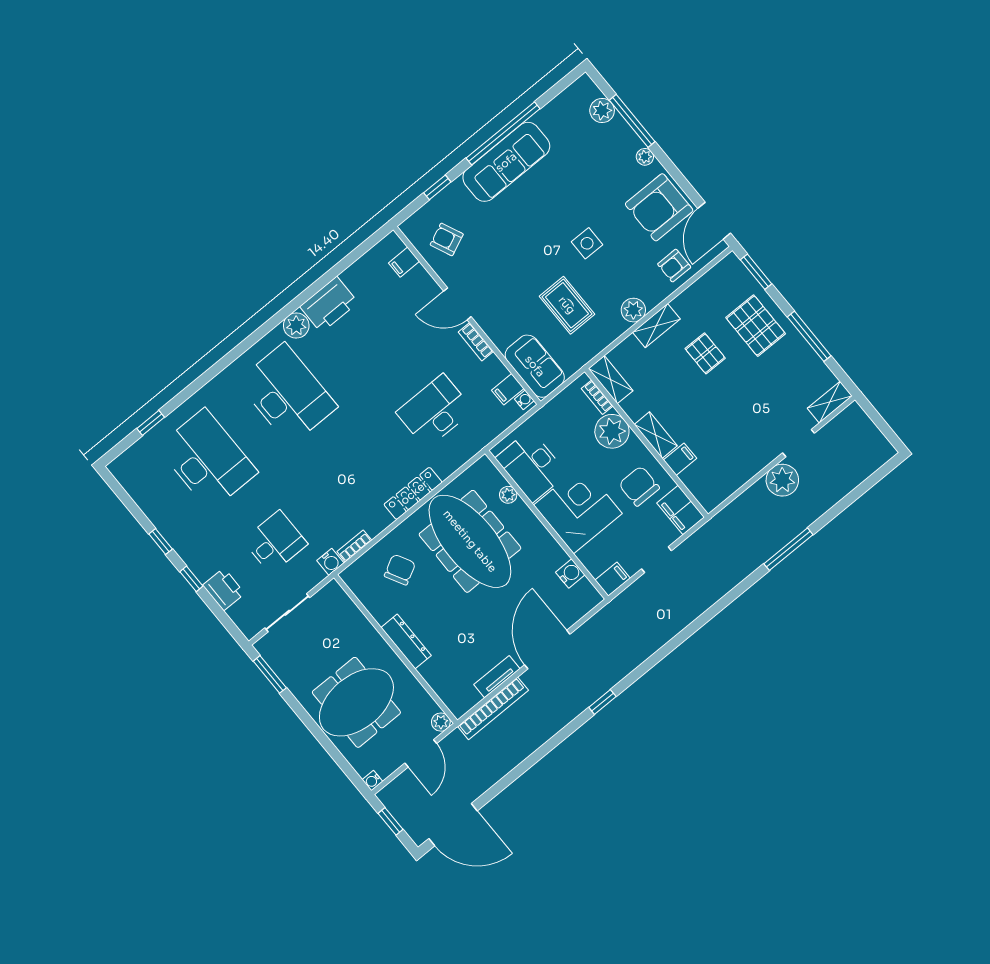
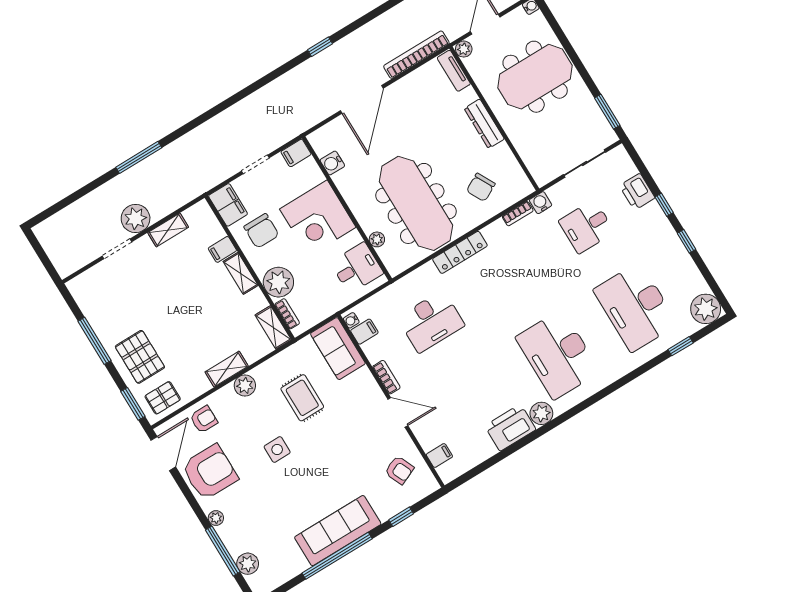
pallet: (705, 353) -> (163, 398), moved, turned 90
shelving: (830, 402) -> (168, 230), moved
desk: (531, 466) -> (357, 268), width x0.73
plant: (128, 469) -> (706, 309), added
tv unit: (497, 677) -> (454, 71), moved, turned 90

